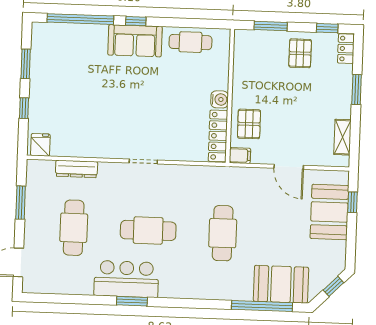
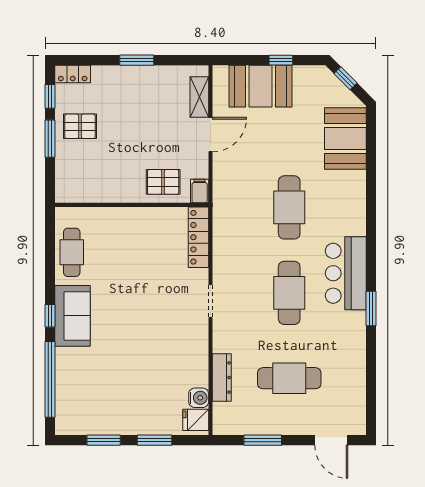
window: (271, 26) -> (50, 139), moved
window: (357, 89) -> (137, 60), moved
water cooler: (220, 99) -> (199, 398), moved, turned 90
window: (24, 108) -> (154, 440), width x1.50
locker: (218, 136) -> (198, 237), moved, turned 90
shelving: (343, 137) -> (199, 97), moved, turned 90
window: (352, 202) -> (281, 60), moved
cafe table: (223, 233) -> (289, 207), turned 90
bar counter: (126, 279) -> (346, 273), moved
window: (262, 306) -> (371, 159), removed

